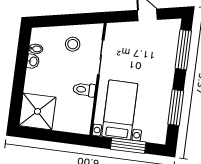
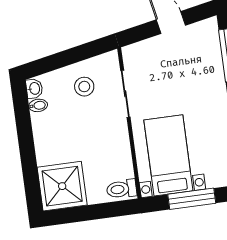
washbasin: (33, 61) -> (34, 89), moved
toilet: (84, 90) -> (122, 189), moved

